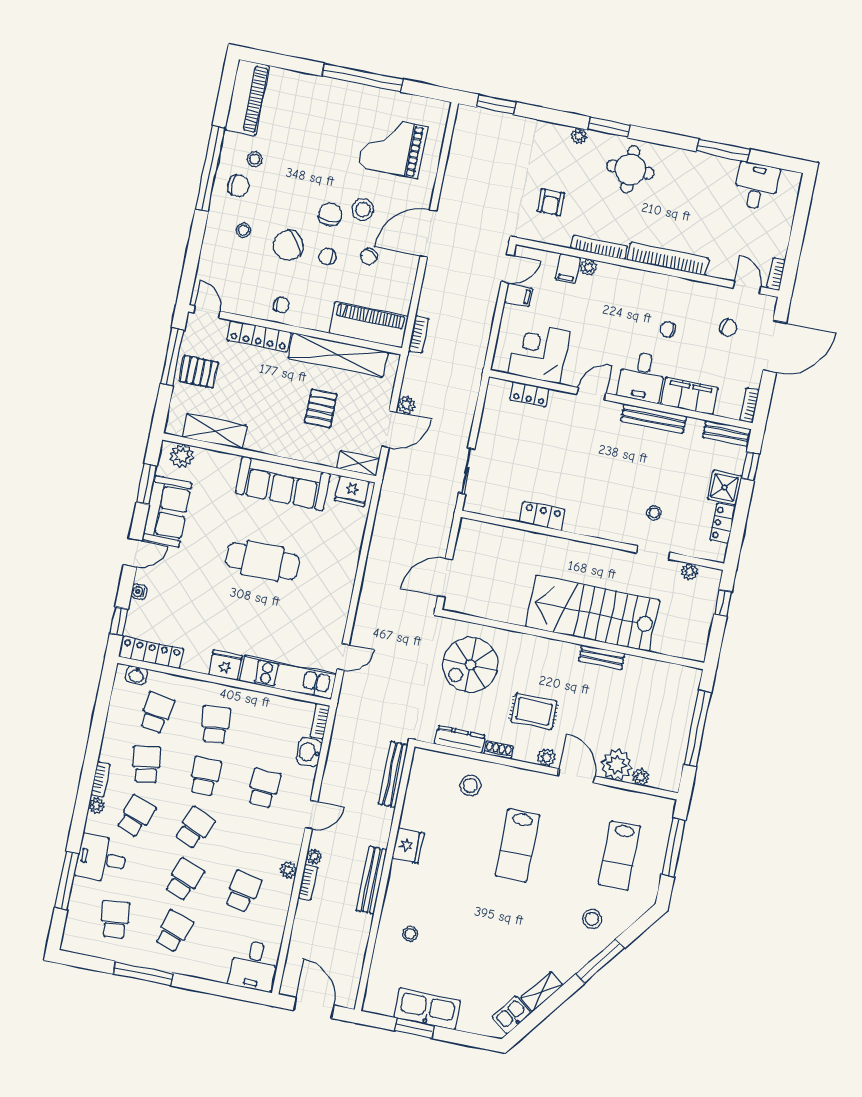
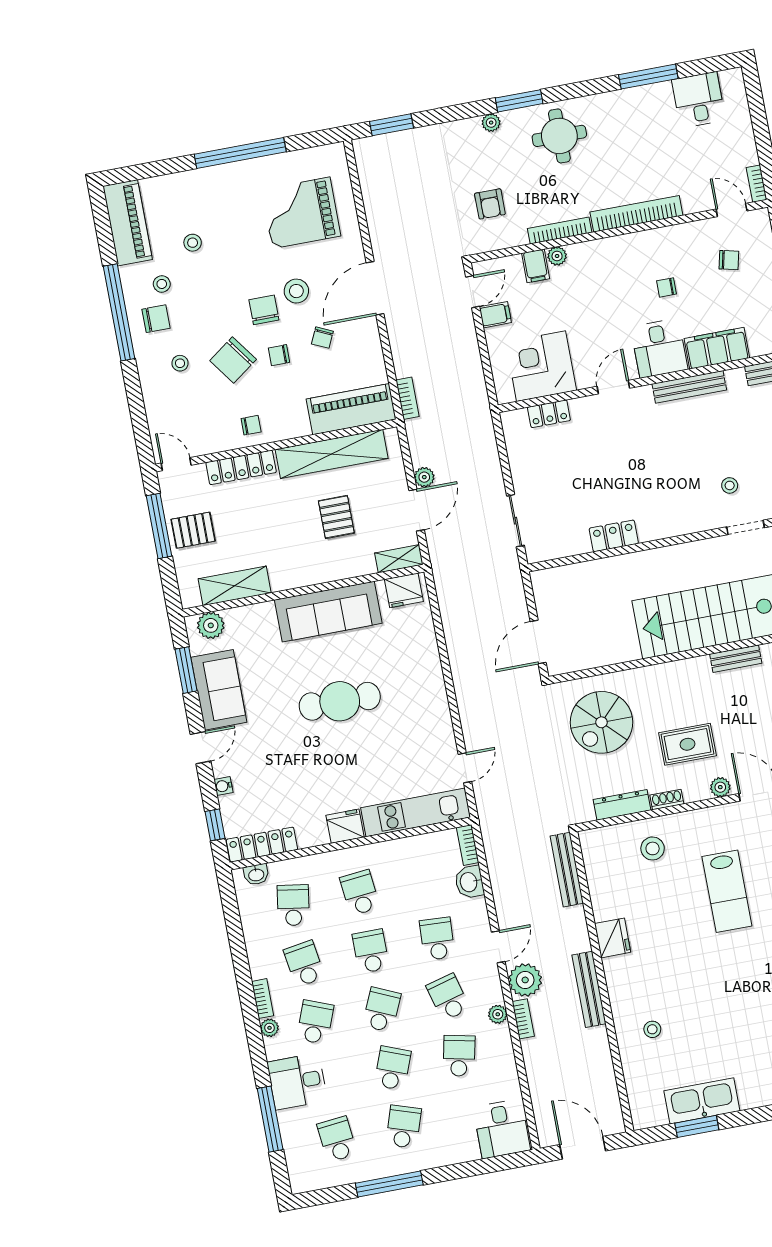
stool: (294, 135) -> (193, 243), added
school desk: (253, 840) -> (448, 997), added
plant: (314, 857) -> (525, 980), width x1.88, depth x1.88

